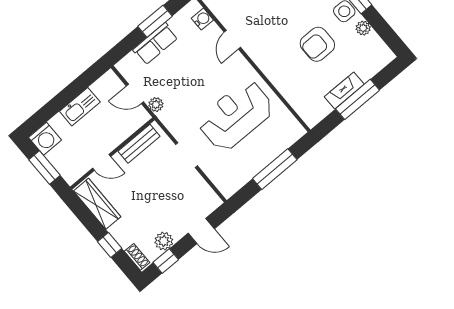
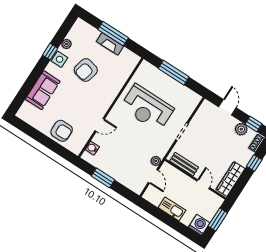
row of seats: (155, 44) -> (117, 173), removed
armchair: (317, 44) -> (86, 70), turned 104

